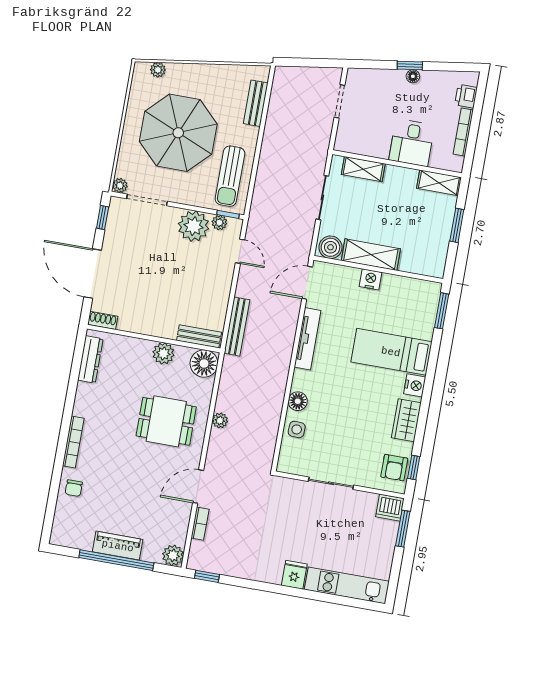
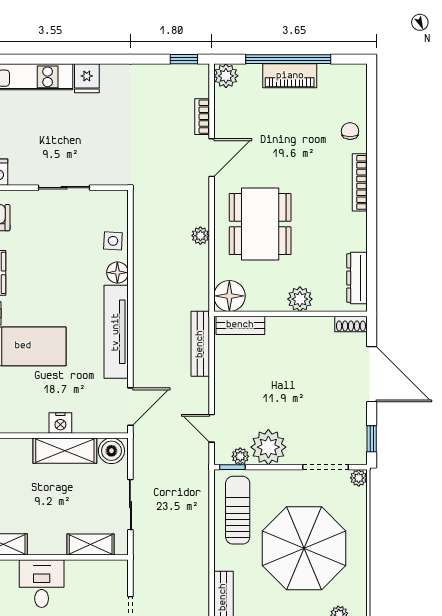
tv unit: (308, 339) -> (116, 332), width x1.36, depth x1.29
plant: (163, 353) -> (300, 299), moved
dining table: (166, 421) -> (260, 224), width x1.38

